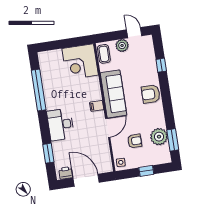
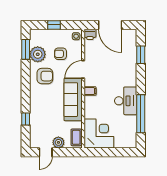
door: (134, 33) -> (46, 152), hinge flipped
armchair: (151, 94) -> (45, 76), moved
desk: (60, 124) -> (126, 101), moved
printer: (66, 173) -> (90, 34), moved

